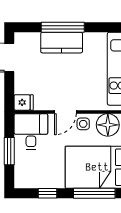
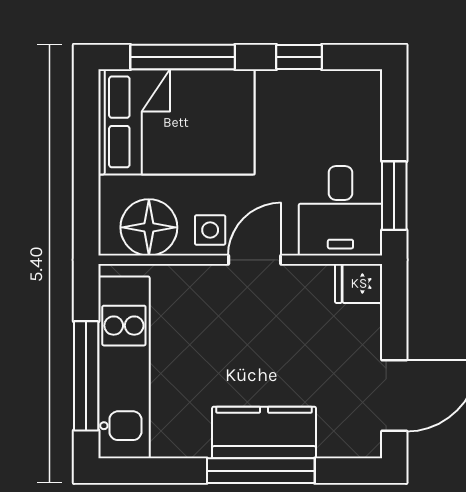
window: (9, 151) -> (394, 196), moved

